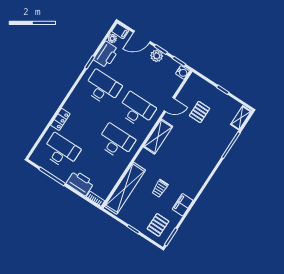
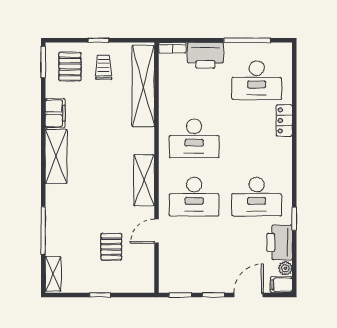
plant: (157, 56) -> (214, 283), removed
water cooler: (182, 72) -> (166, 284), removed
shelving: (197, 181) -> (56, 156), added
trolley: (160, 188) -> (104, 67), moved

